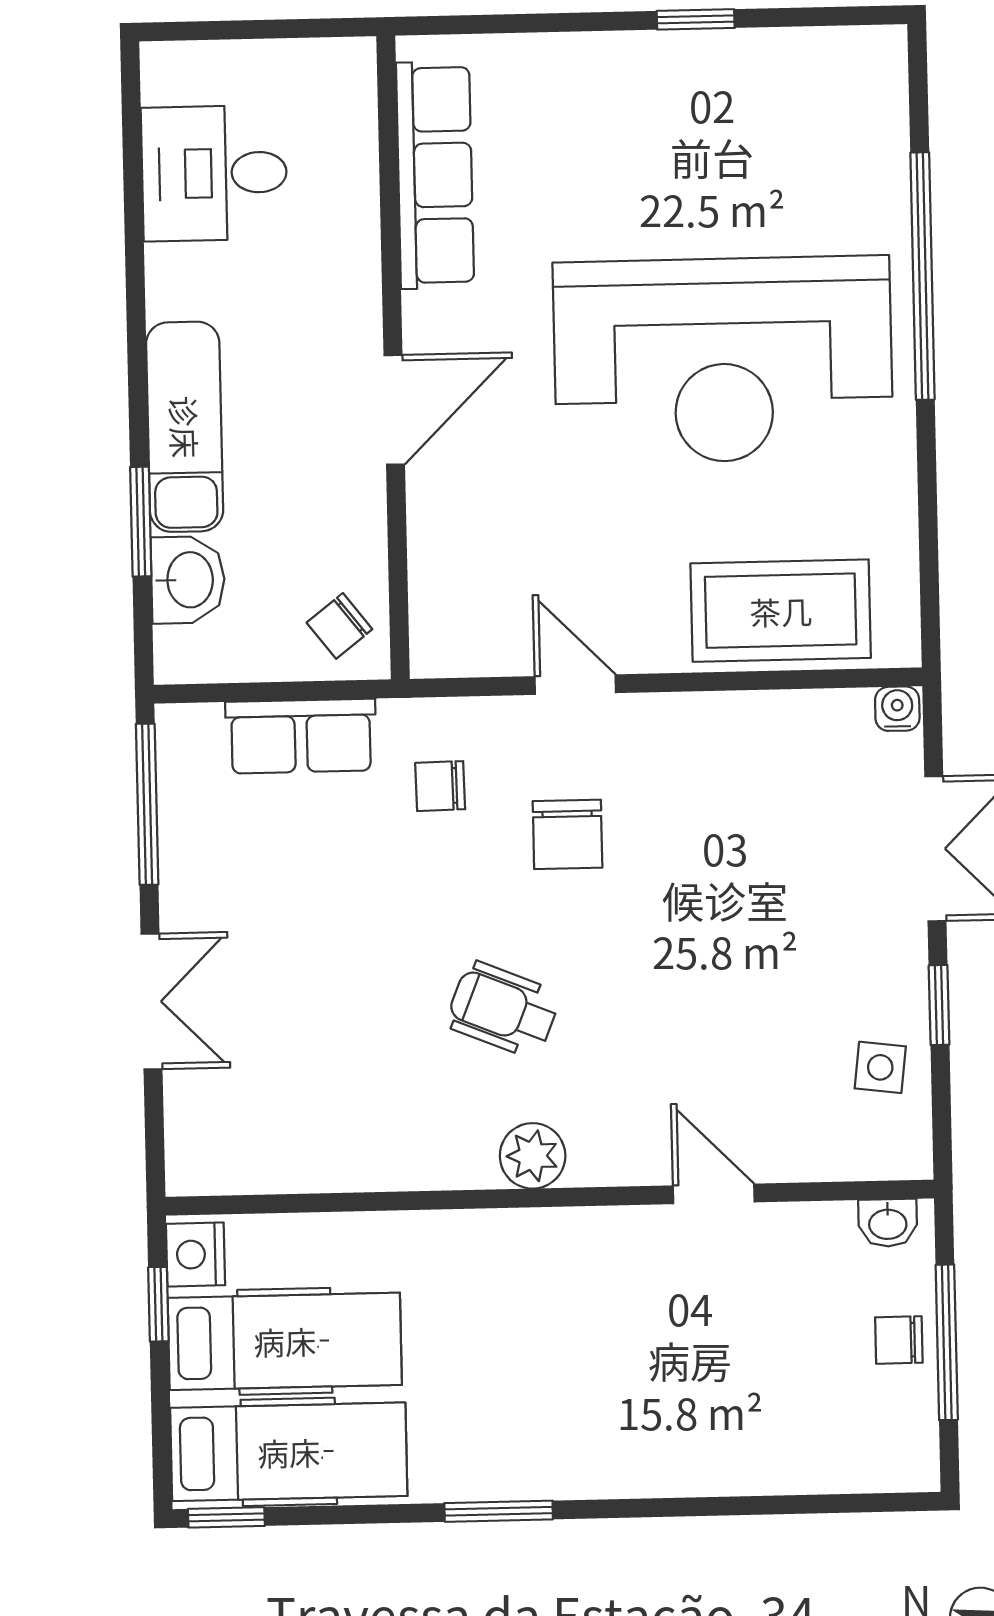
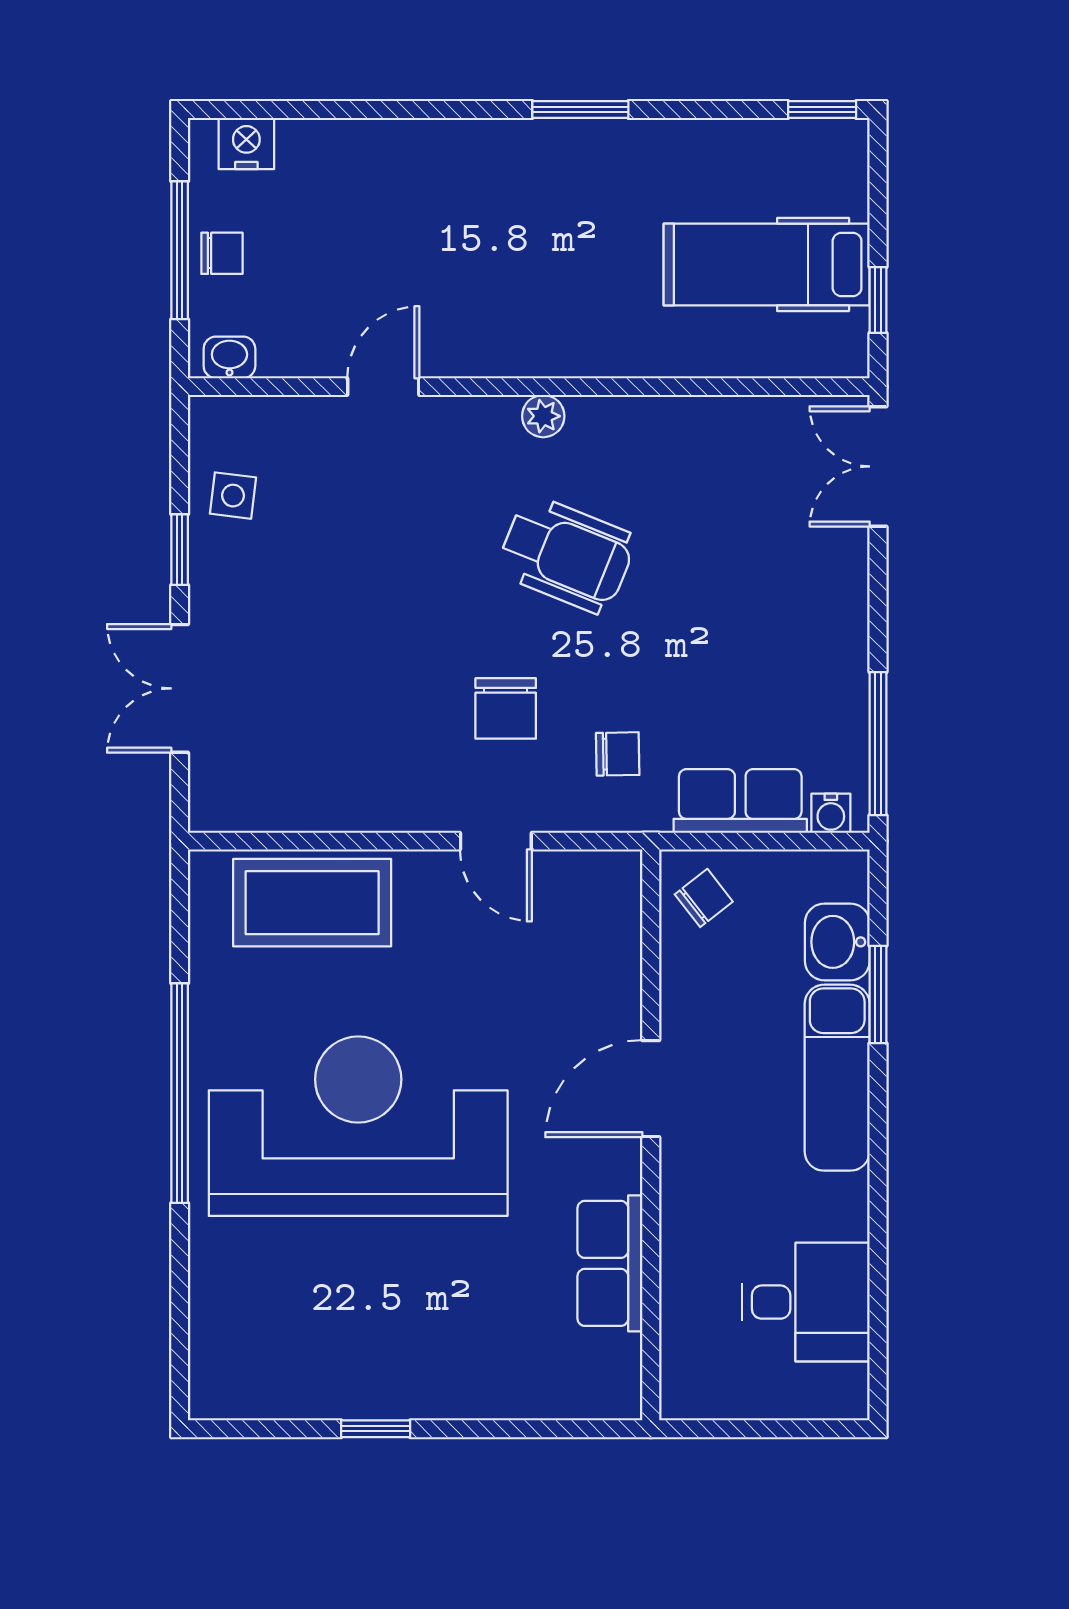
row of seats: (435, 175) -> (610, 1263), width x0.68
window: (922, 276) -> (180, 1093), moved
water cooler: (897, 709) -> (831, 813), moved
chair: (568, 834) -> (506, 708), turned 180
double door: (152, 1002) -> (878, 466), moved
wheelchair: (503, 1009) -> (566, 555), width x1.36, depth x1.37
plant: (533, 1156) -> (543, 416), width x0.73, depth x0.73
door: (714, 1194) -> (383, 387), swing flipped
nightstand: (196, 1254) -> (246, 143), moved, turned -90
hospital bed: (289, 1452) -> (765, 166), removed

